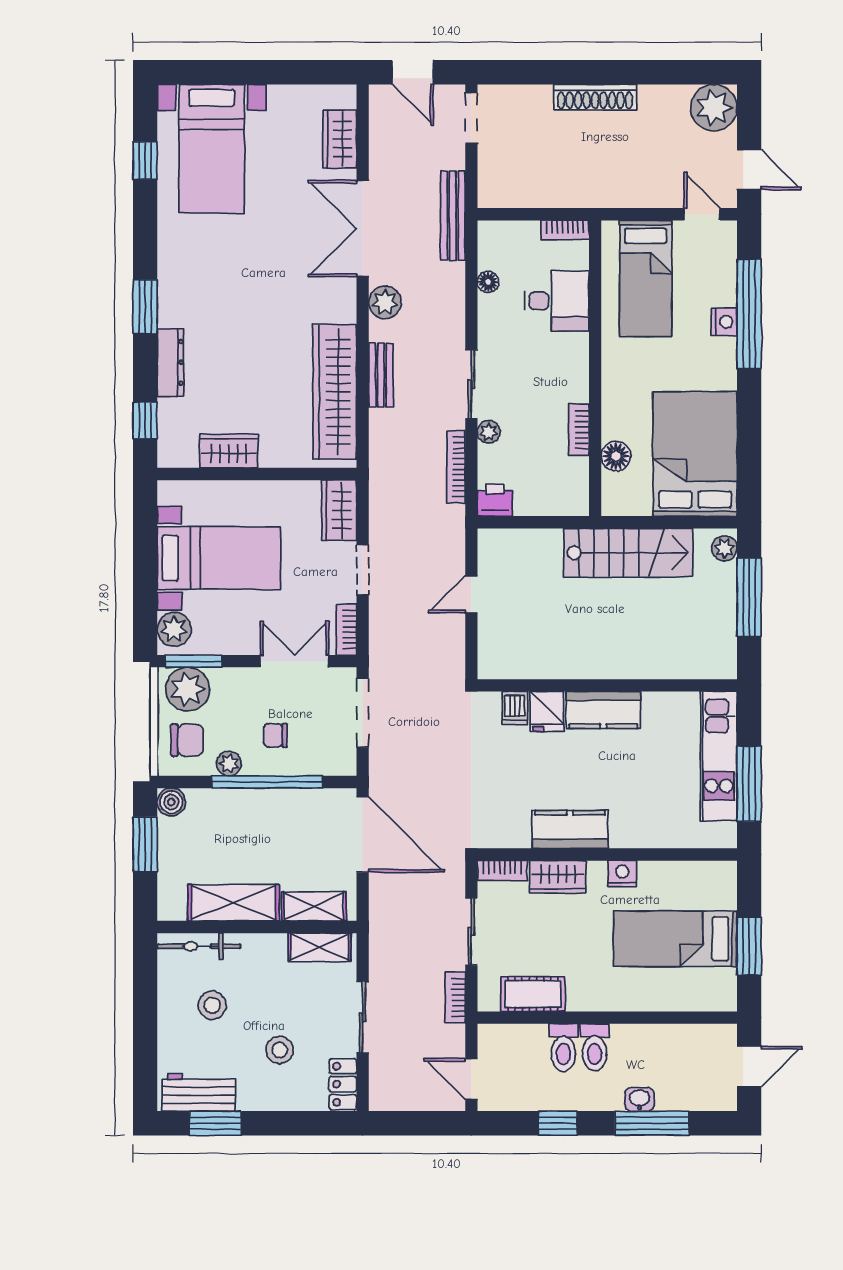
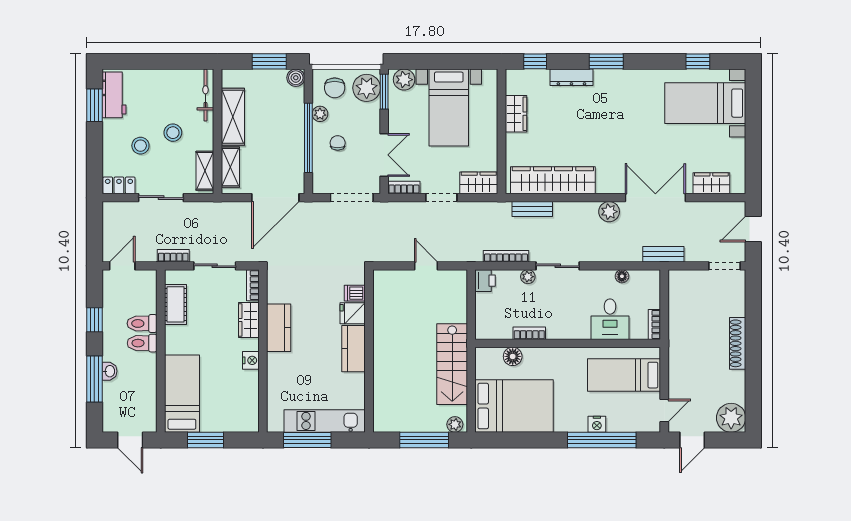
bench: (453, 216) -> (663, 254), width x0.73
bench: (381, 375) -> (532, 209), moved
bed: (675, 939) -> (182, 394), moved
stool: (212, 1005) -> (173, 133), moved

